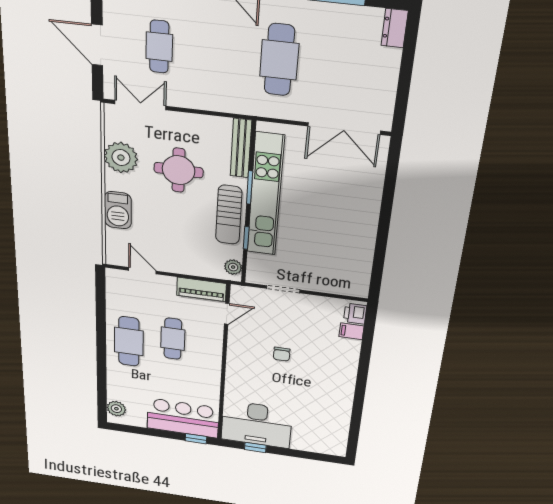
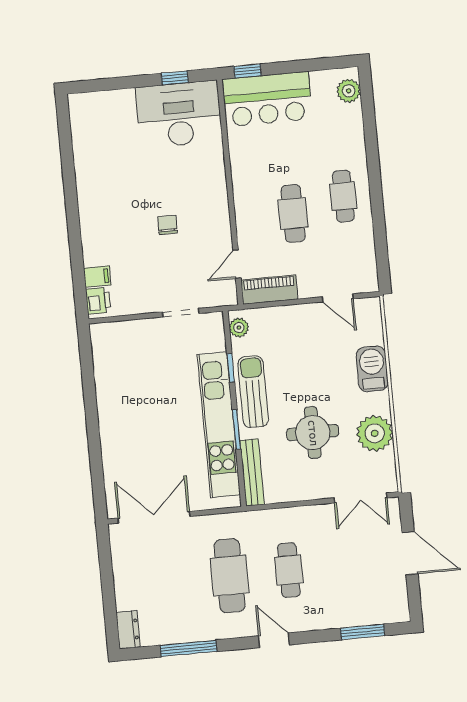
cafe table: (159, 47) -> (289, 570), moved
cafe table: (129, 341) -> (343, 196), width x0.73, depth x0.74

